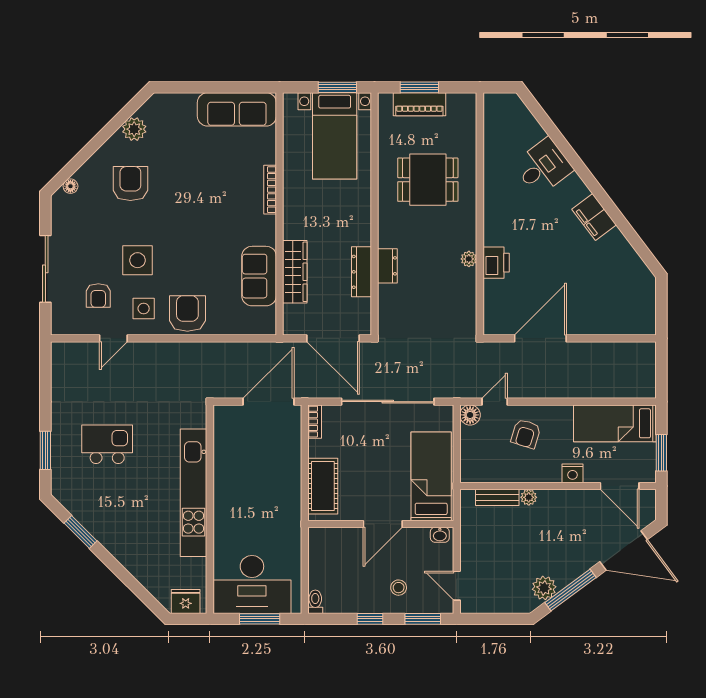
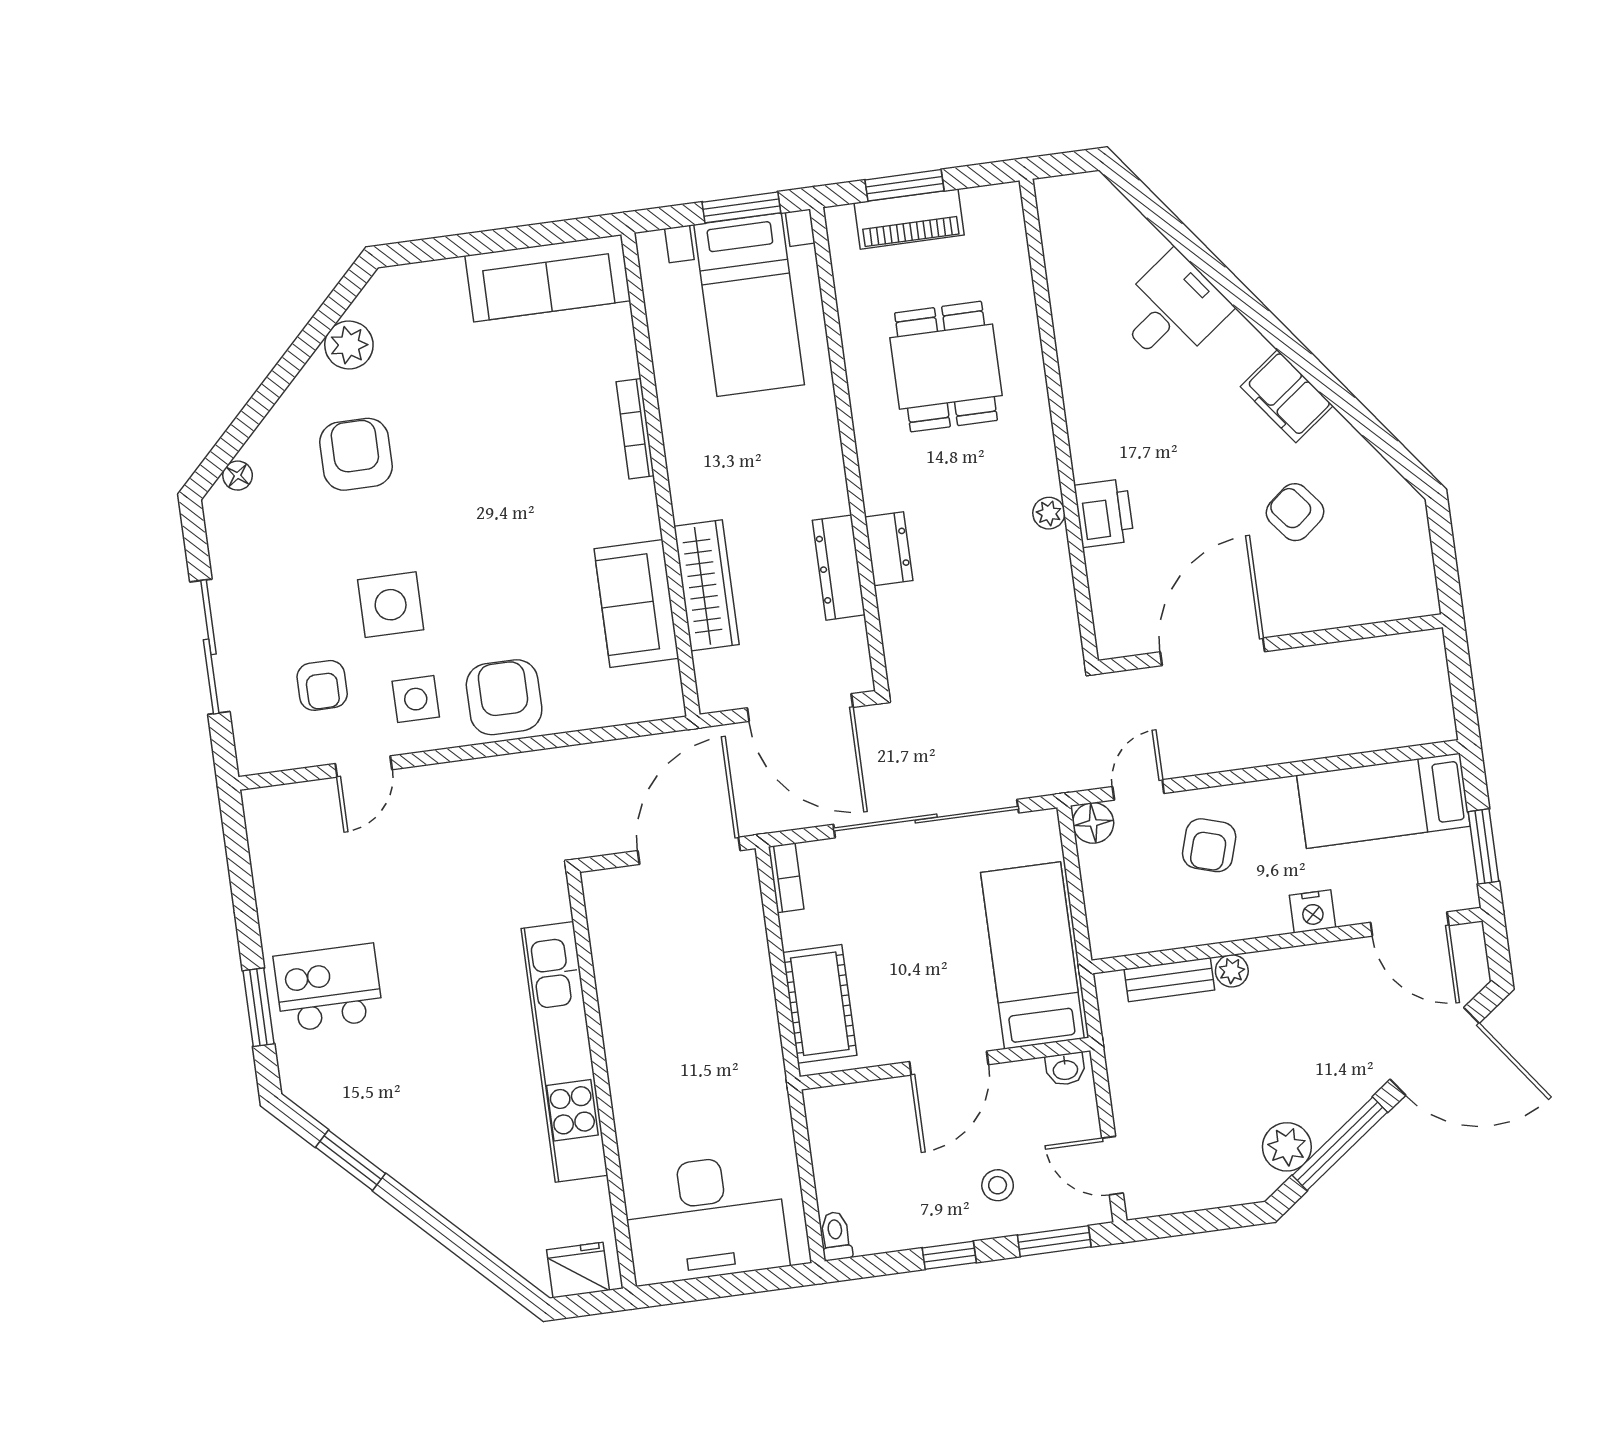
dining table: (428, 180) -> (946, 367), turned 90
armchair: (591, 275) -> (1295, 512), added
kitchen island: (107, 444) -> (328, 988), moved
window: (260, 619) -> (730, 1285), removed

